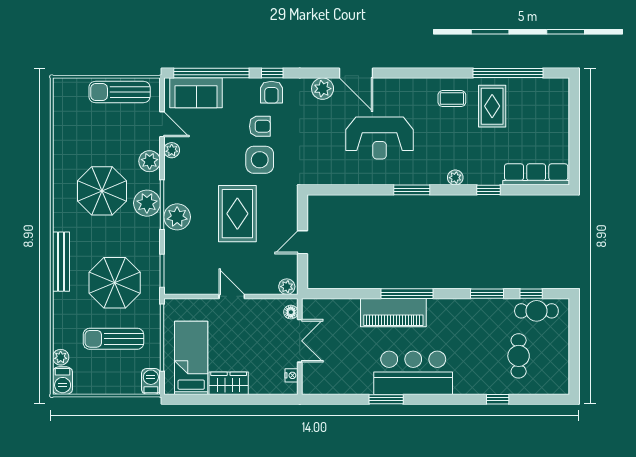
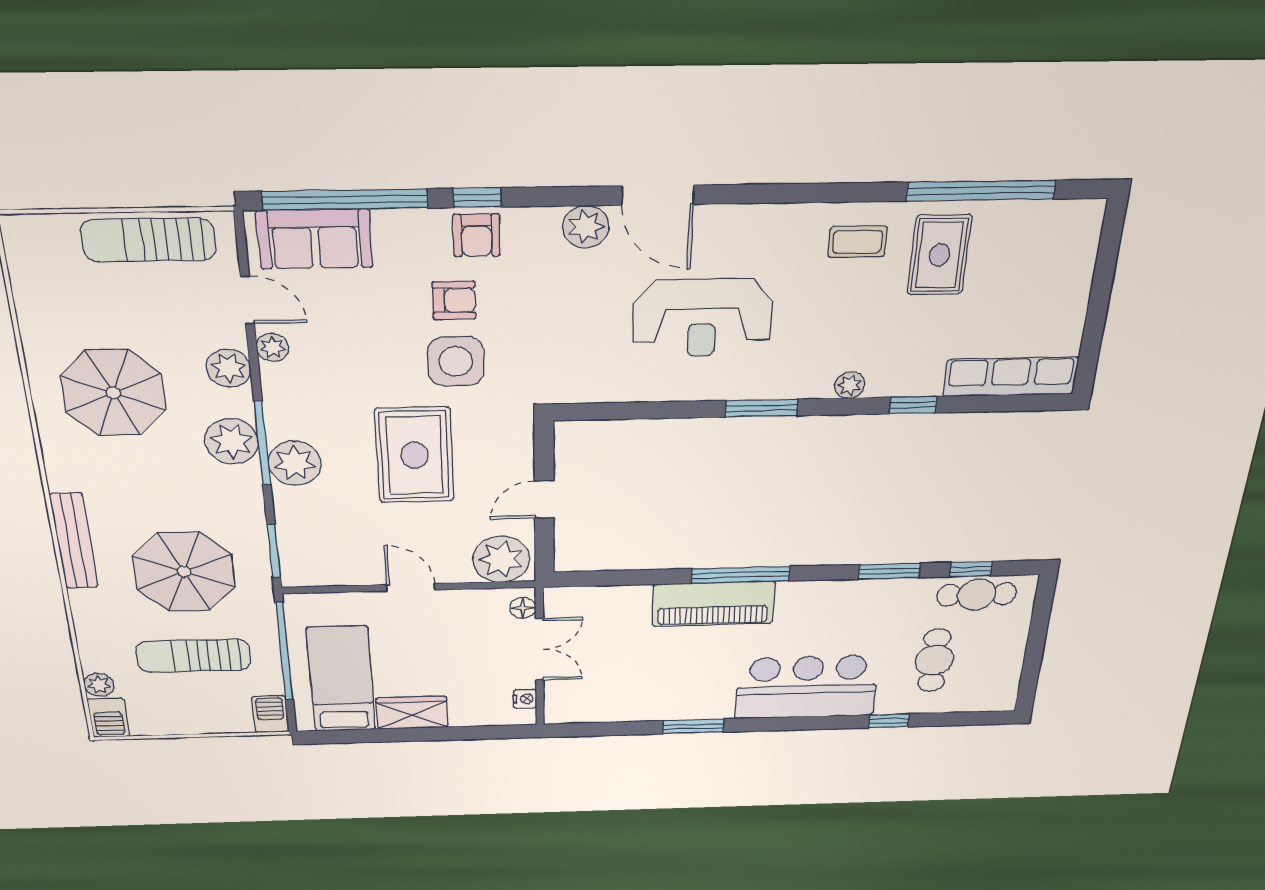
parasol: (102, 191) -> (113, 393), moved
plant: (287, 287) -> (501, 559), width x1.88, depth x1.88
bar counter: (413, 373) -> (806, 687), moved

